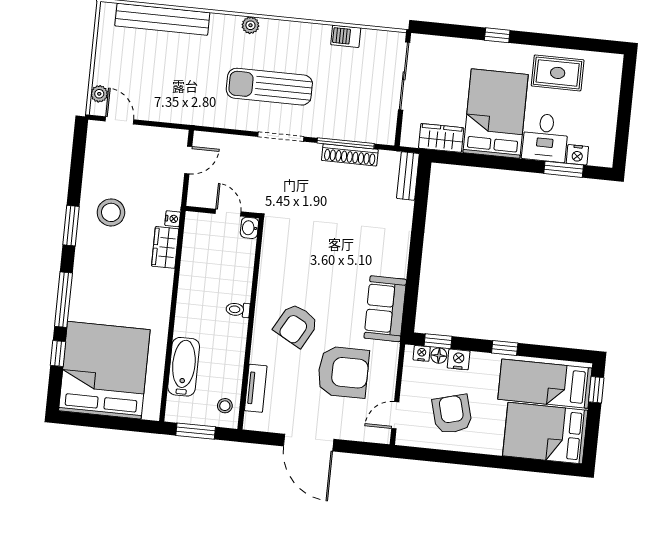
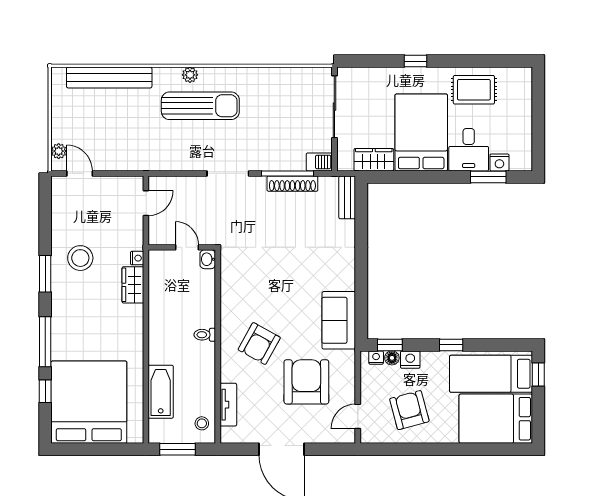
barbecue: (346, 36) -> (319, 162), moved, turned 180
sun lounger: (269, 87) -> (200, 106), moved, turned 180
armchair: (343, 372) -> (306, 382), turned -90

